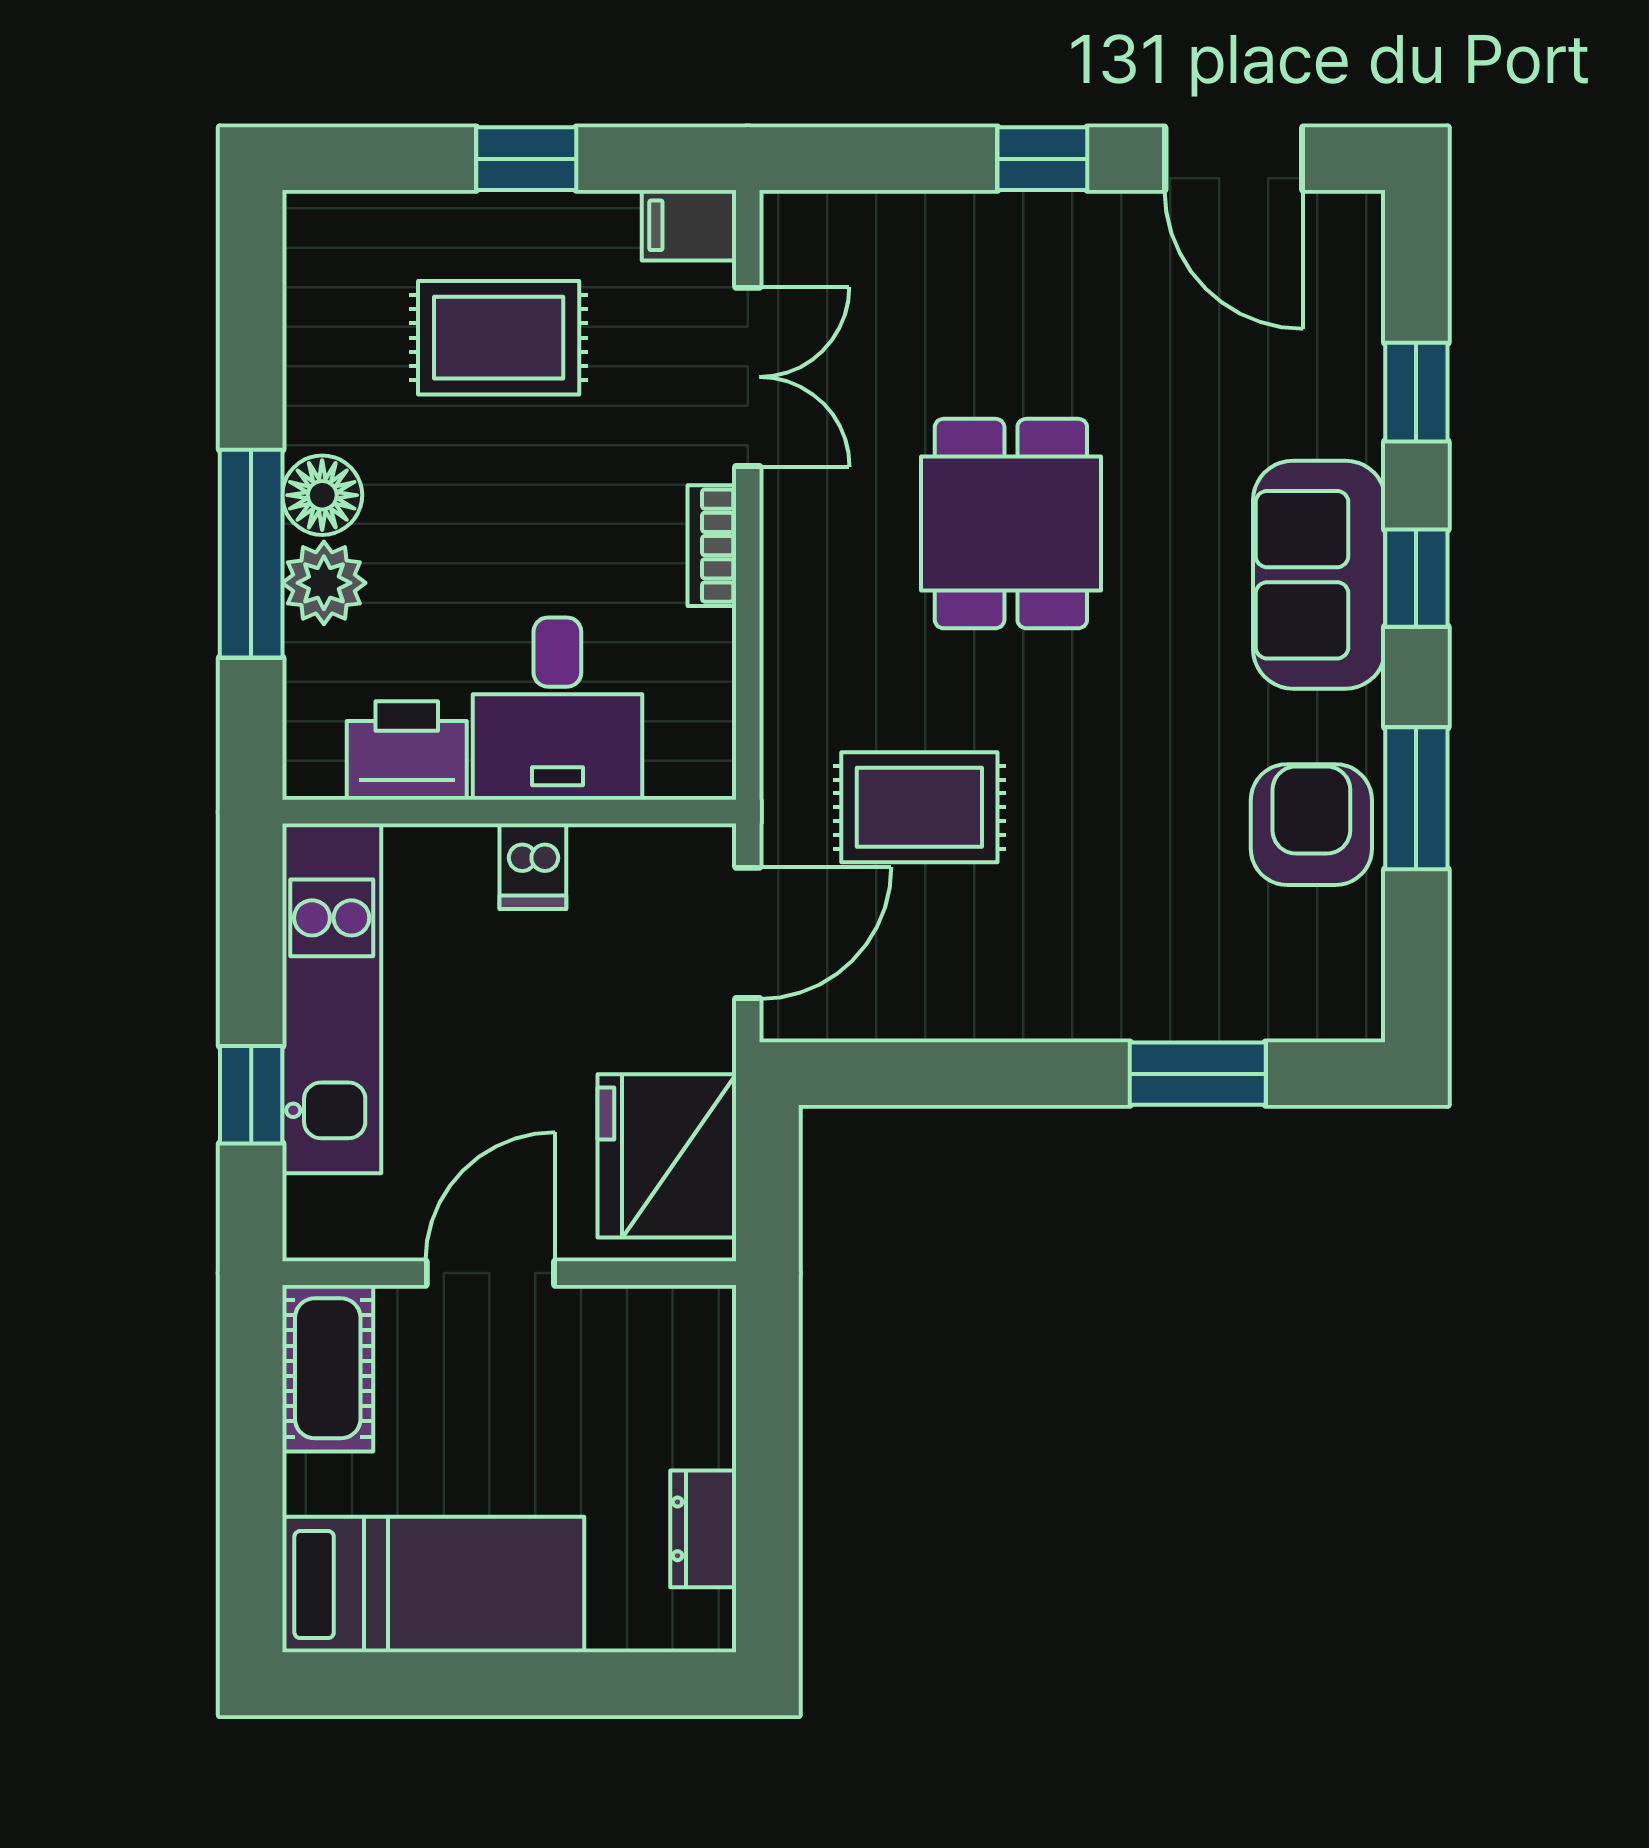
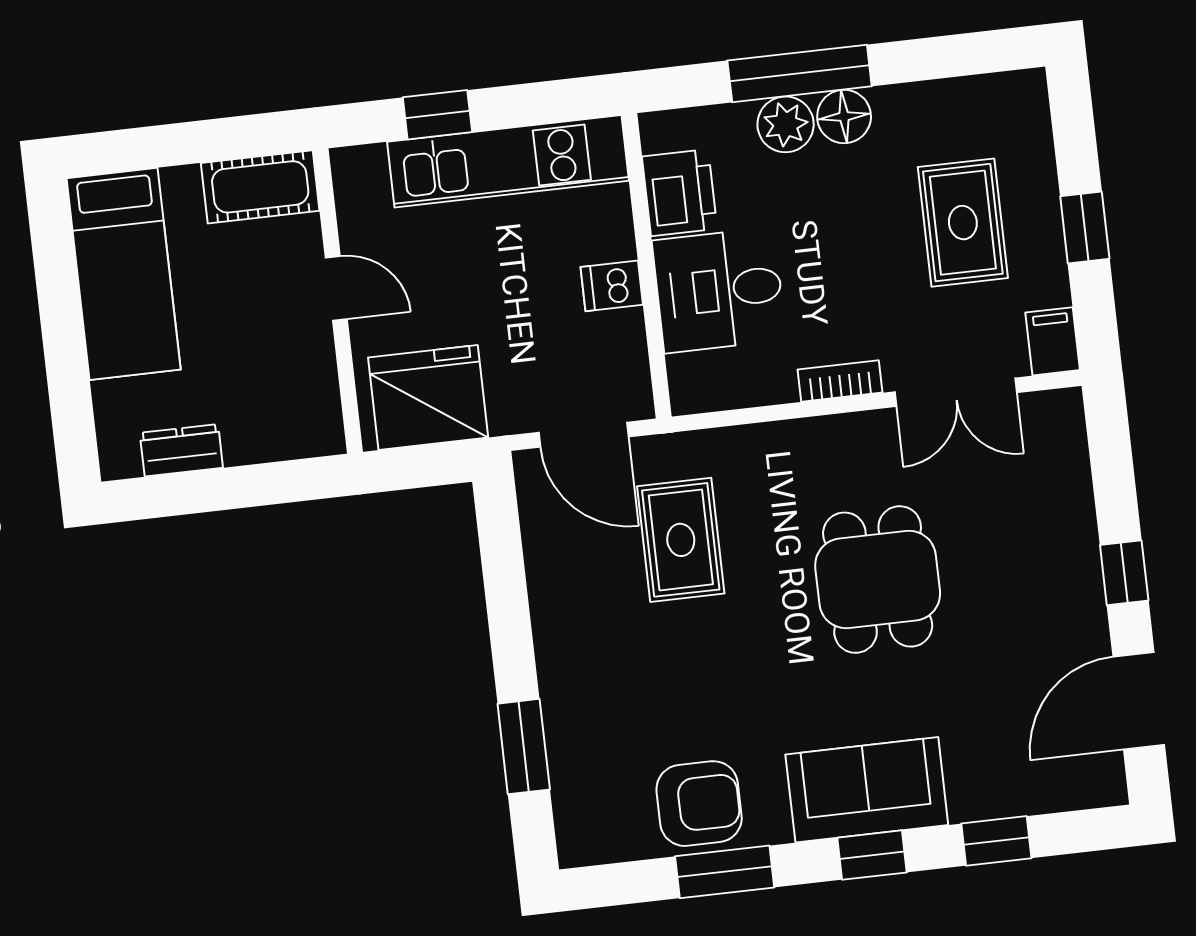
dining table: (1011, 524) -> (878, 580), turned 90
door: (490, 1273) -> (336, 288), width x0.73

